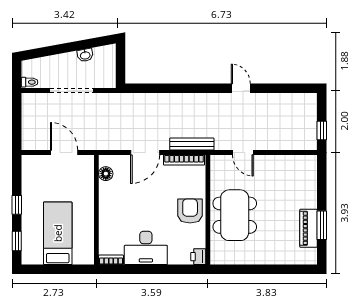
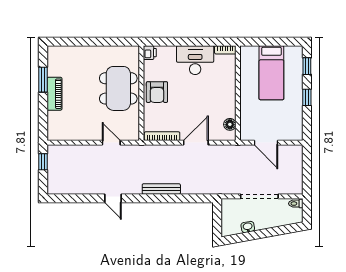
bench: (192, 144) -> (161, 189), moved
piano: (308, 228) -> (54, 94), moved

